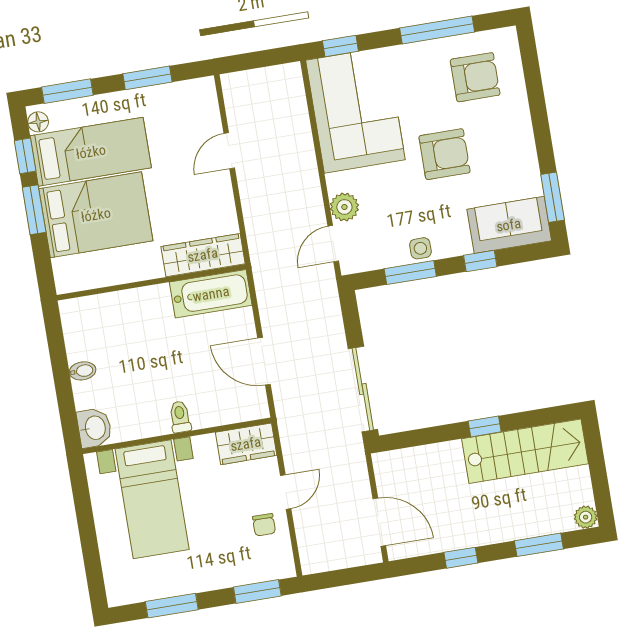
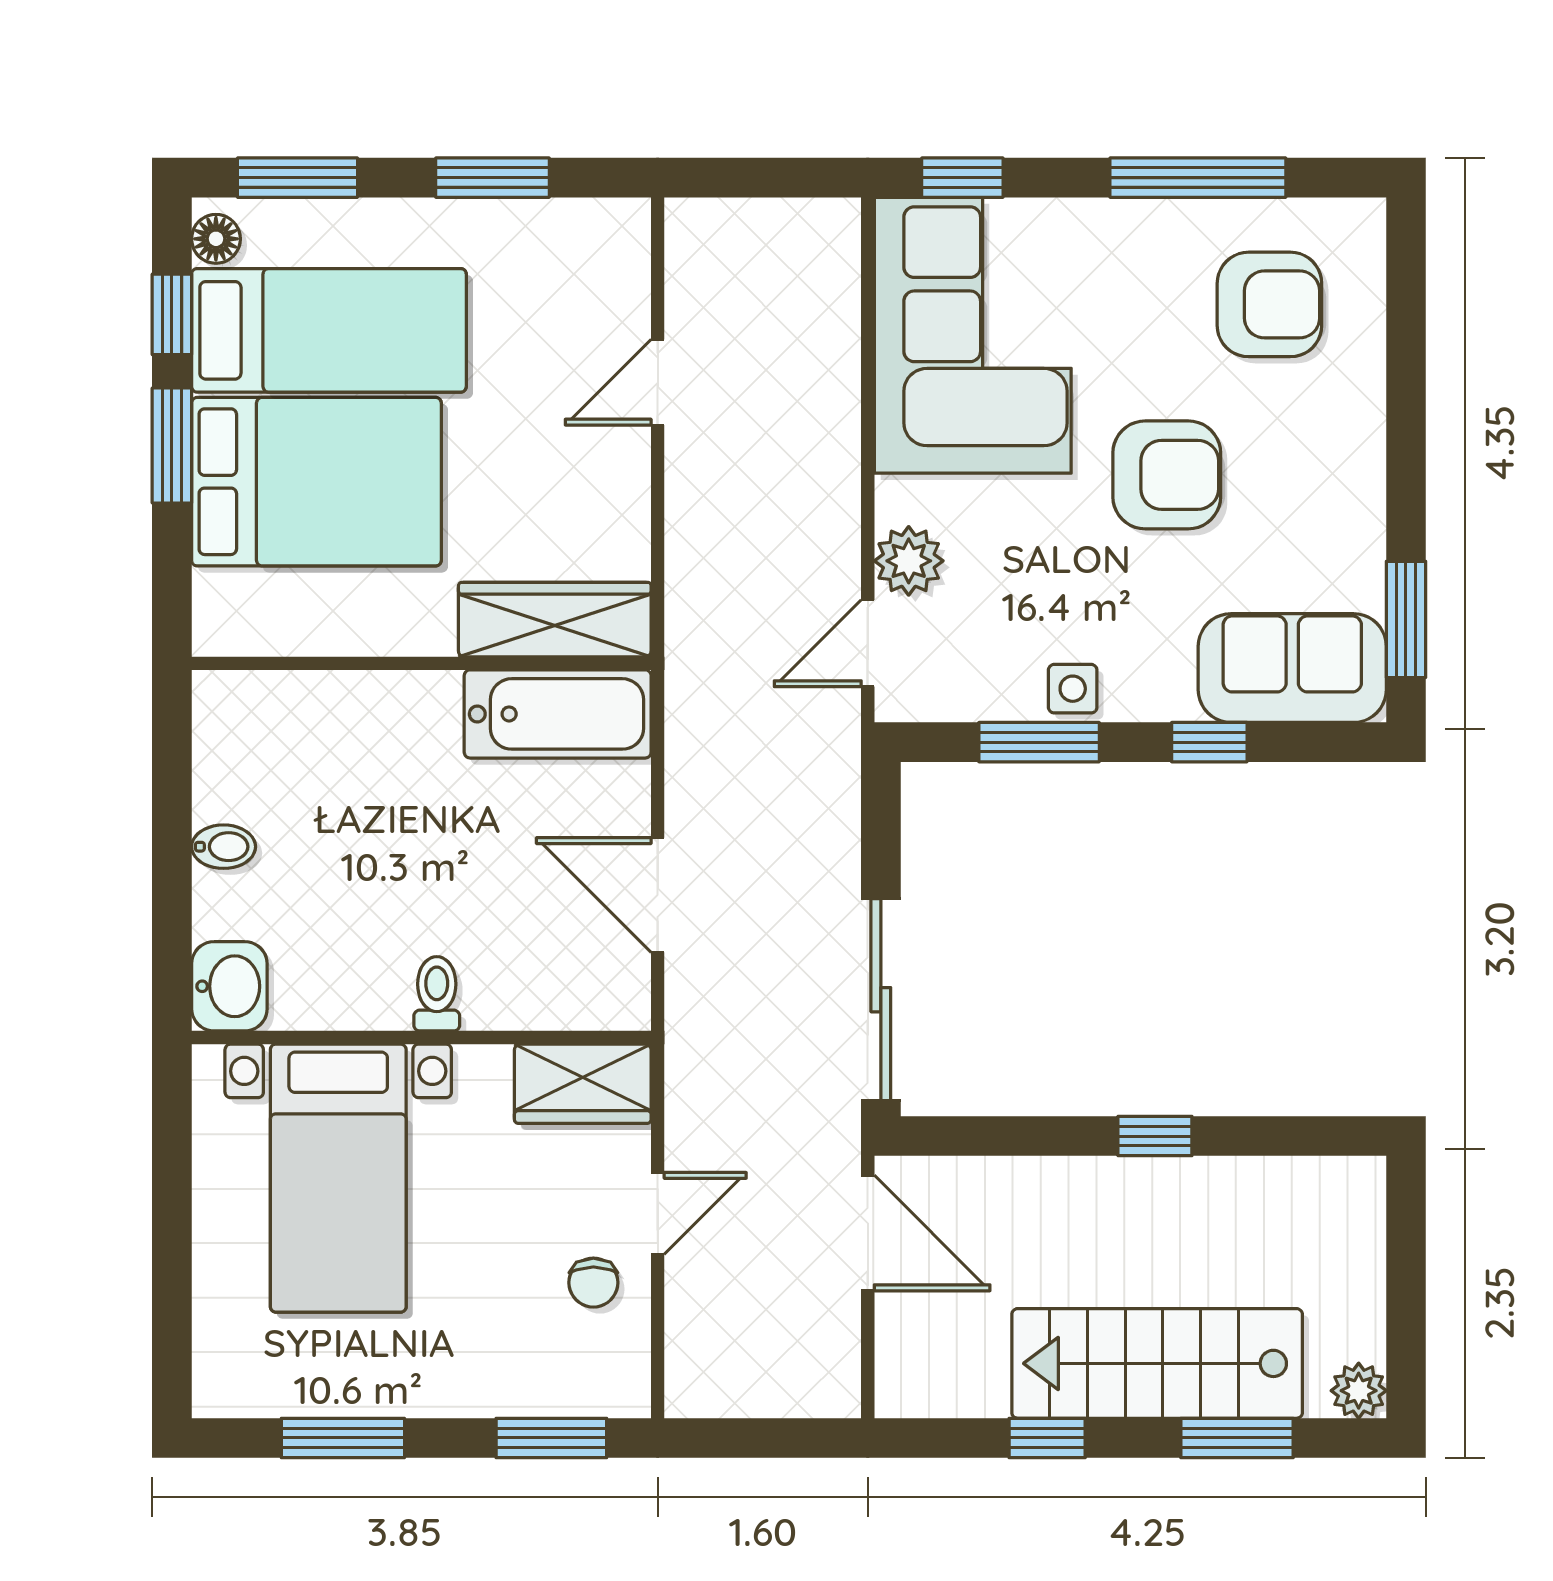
stairs: (525, 451) -> (1157, 1363), moved, turned 180
door: (379, 522) -> (868, 1233), moved

